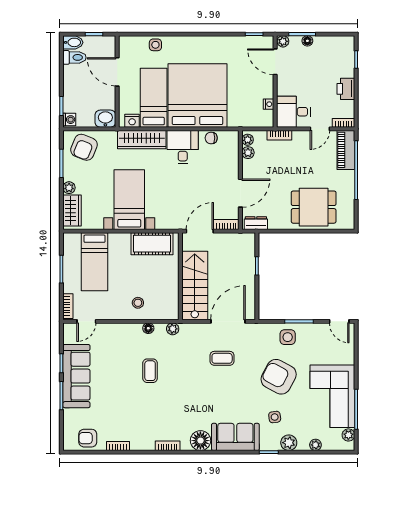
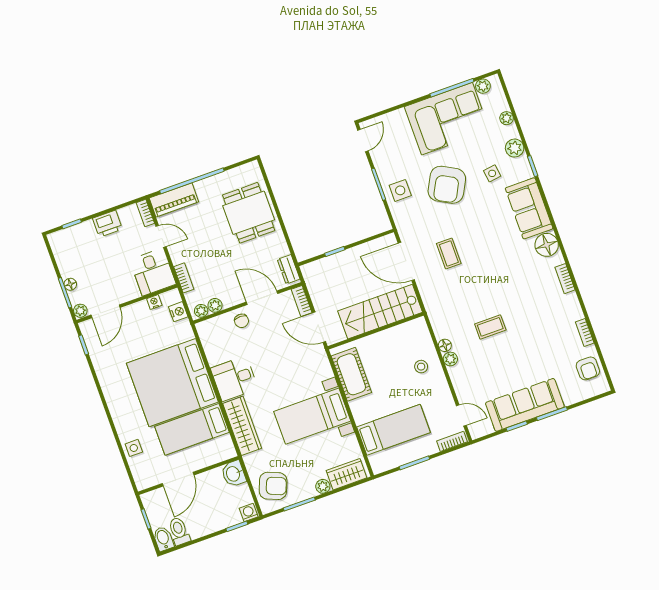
nightstand: (132, 121) -> (178, 312), moved
chair: (211, 138) -> (241, 321), moved
plant: (173, 329) -> (450, 359), moved

